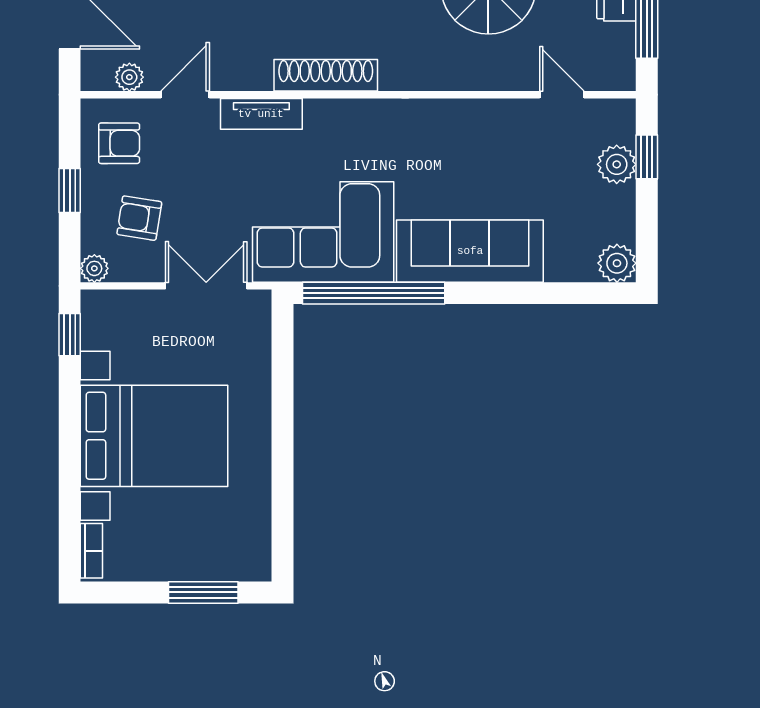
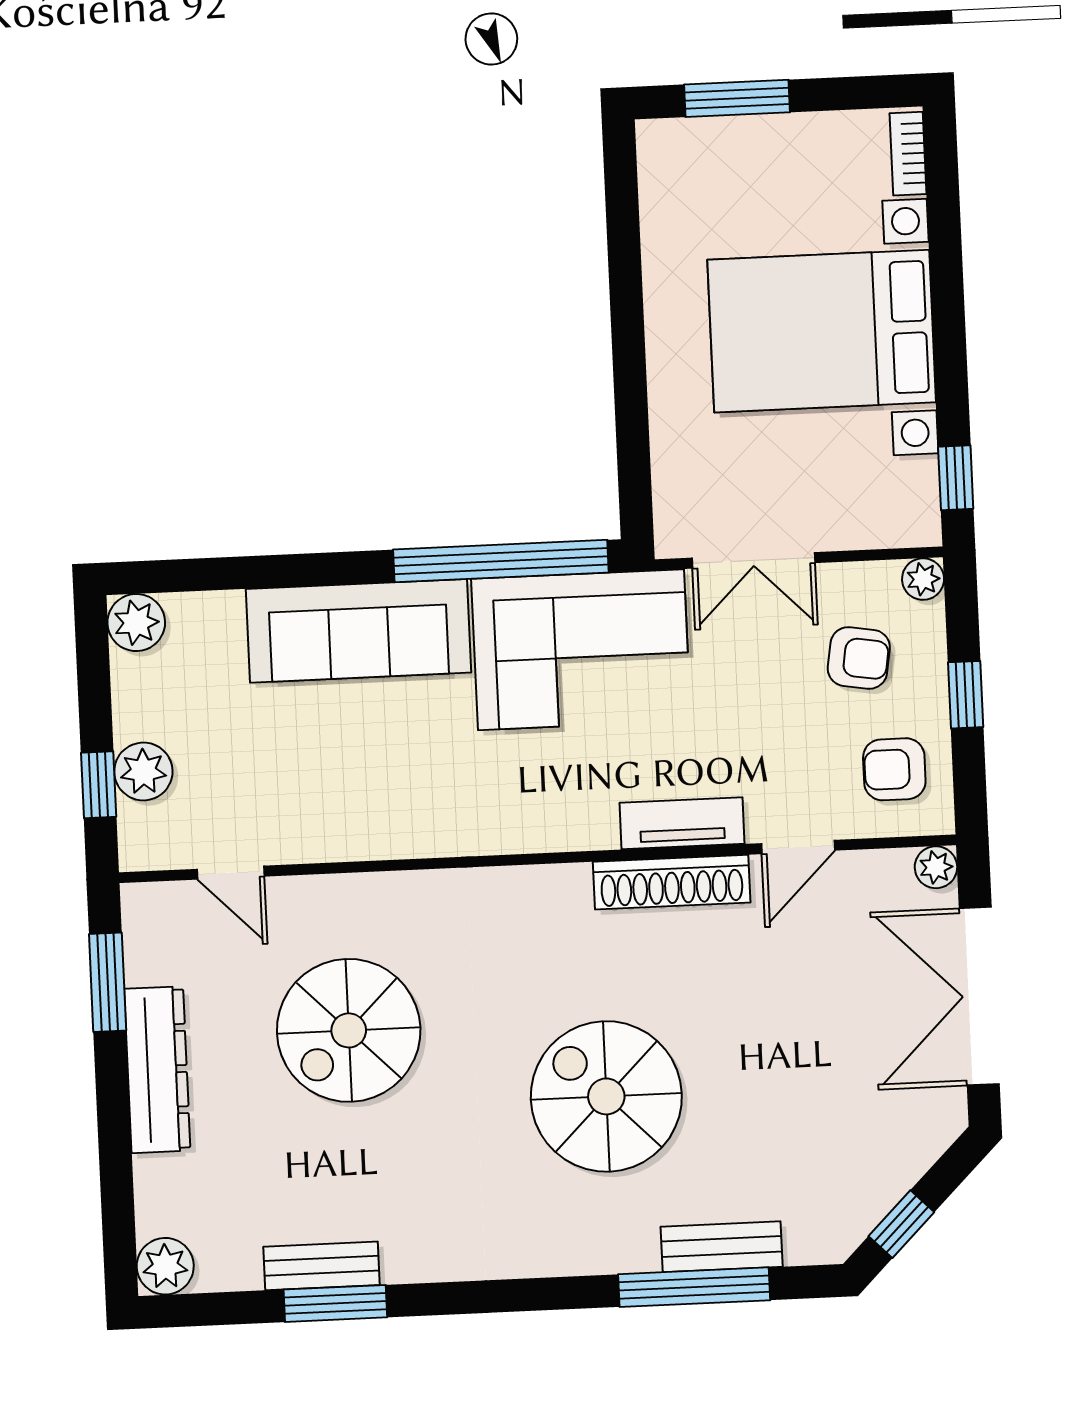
shoe rack: (326, 75) -> (672, 882), moved
plant: (129, 77) -> (936, 867), moved

